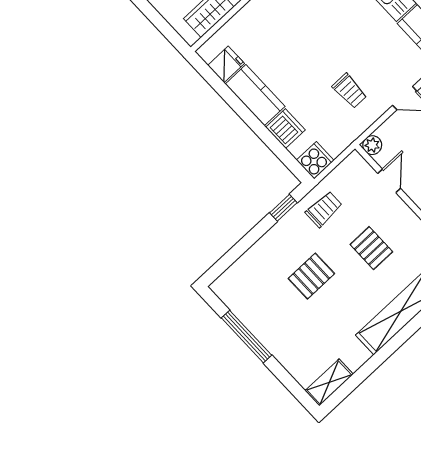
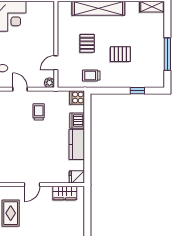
fridge: (226, 64) -> (77, 177), moved
window: (283, 208) -> (137, 91), moved

